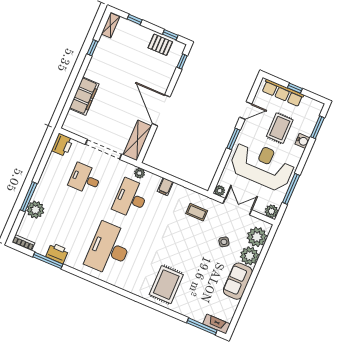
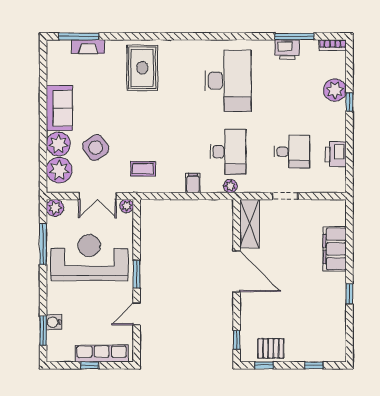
shelving: (111, 25) -> (339, 346), removed
window: (93, 48) -> (349, 294), moved
rug: (280, 128) -> (87, 310), removed
water cooler: (302, 141) -> (54, 322), moved
printer: (62, 145) -> (336, 154), moved
doorway: (104, 149) -> (285, 196), width x0.53
reception desk: (262, 165) -> (89, 258), turned 180
window: (29, 197) -> (349, 102), width x0.46
side table: (224, 242) -> (96, 148), width x1.87, depth x1.87
fireplace: (216, 324) -> (88, 47), moved

